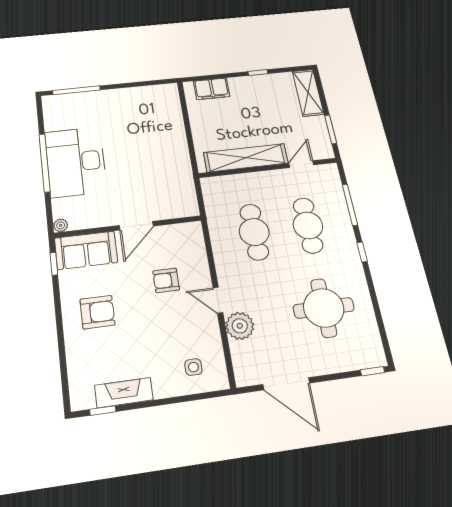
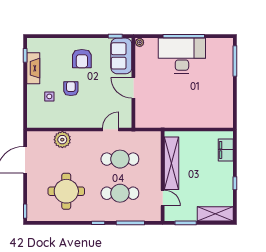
armchair: (166, 280) -> (71, 89), moved
door: (218, 300) -> (111, 129), moved
side table: (193, 367) -> (49, 96), moved

